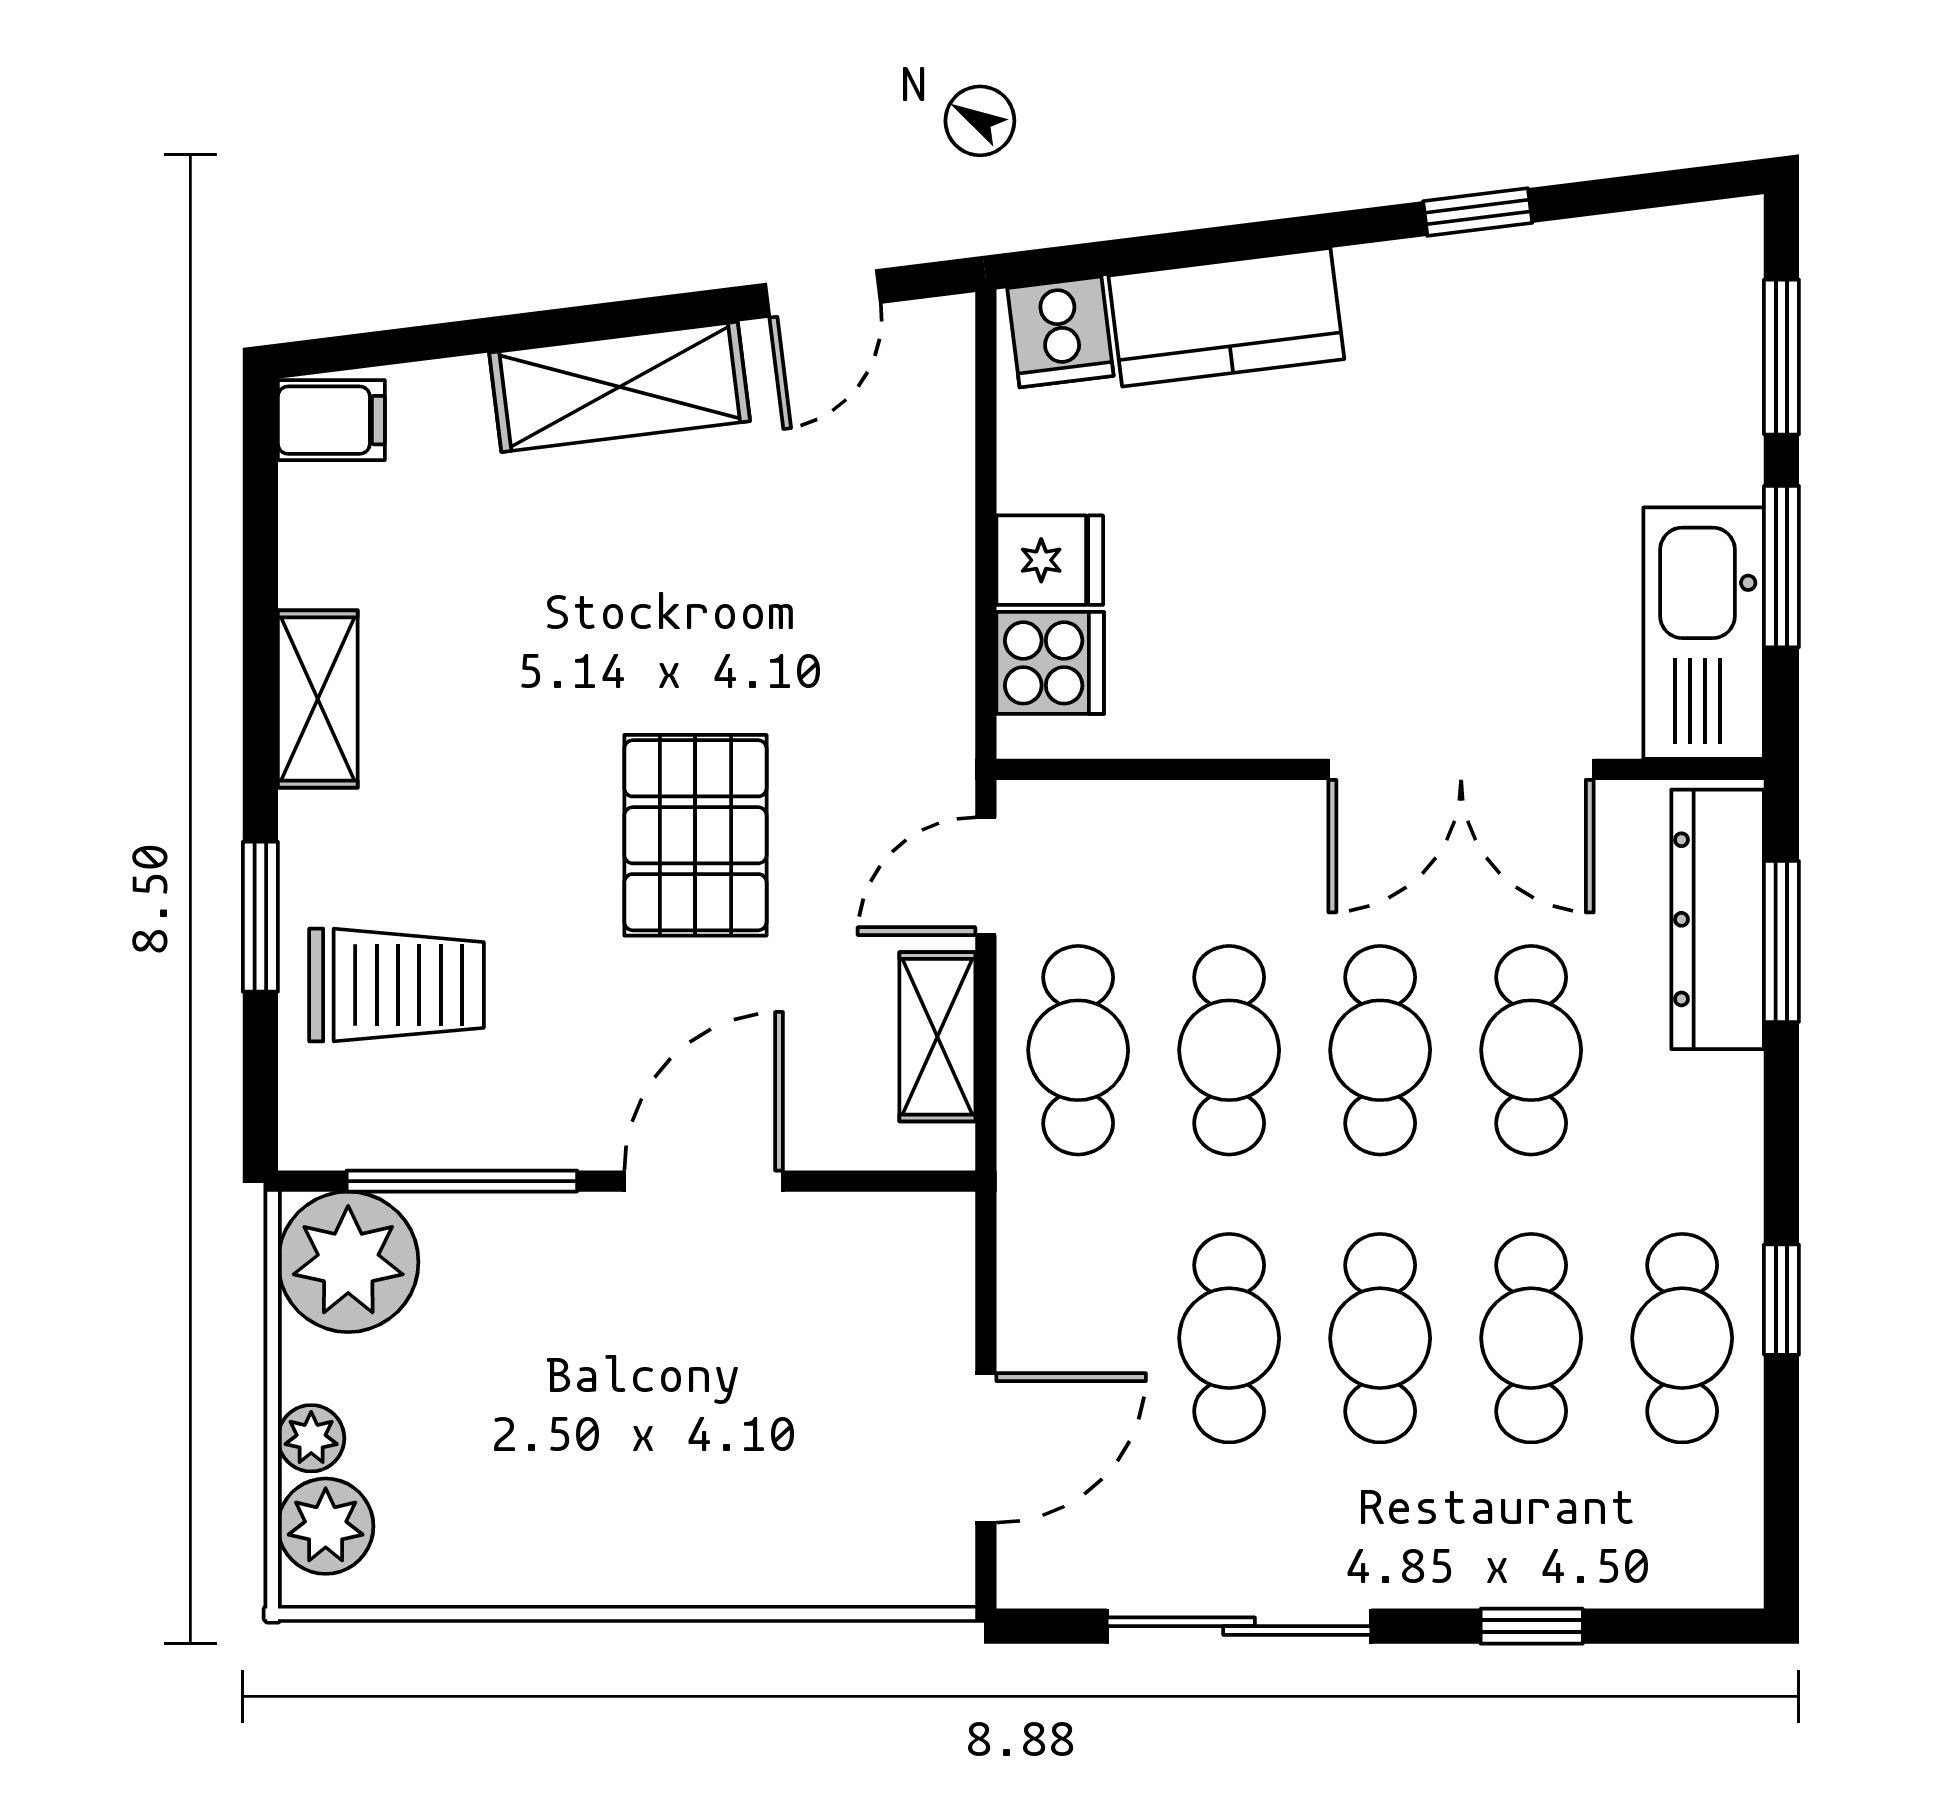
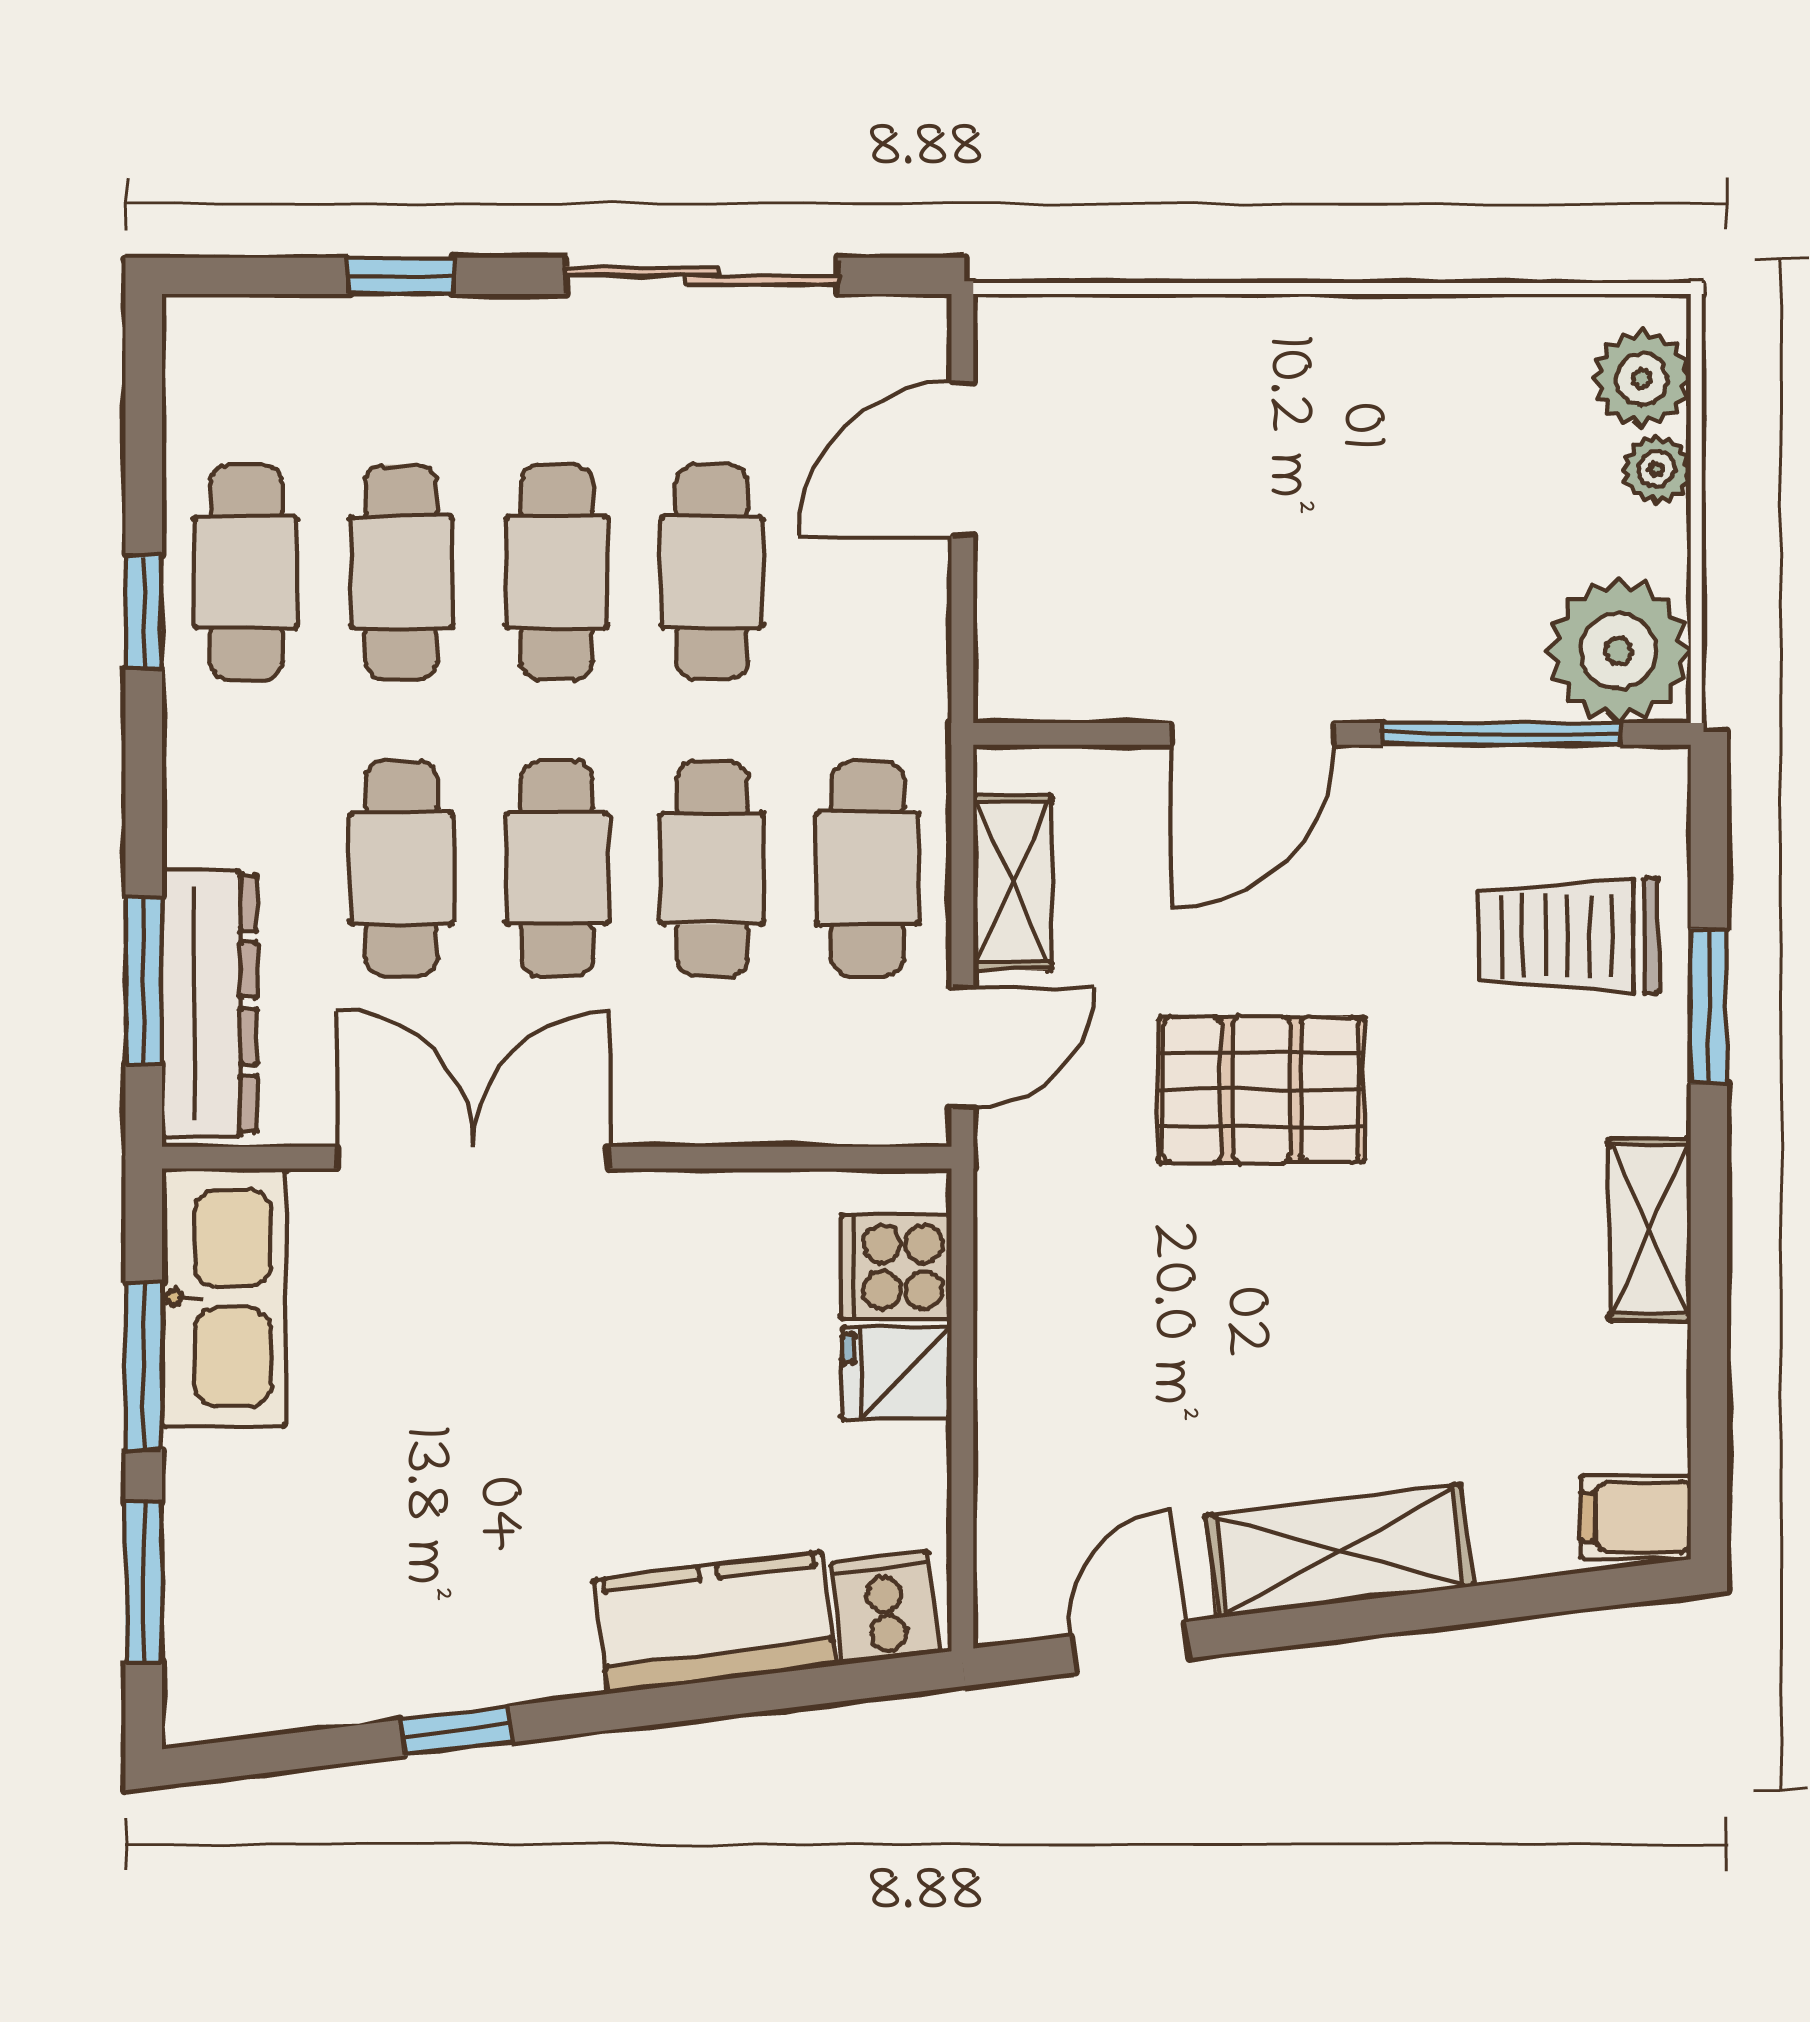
pallet: (695, 835) -> (1261, 1090), turned 90

